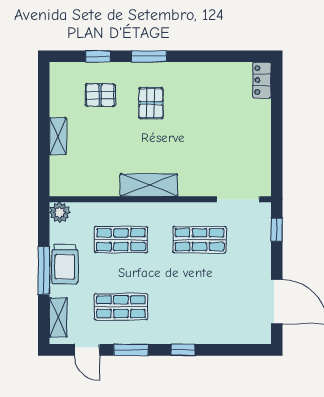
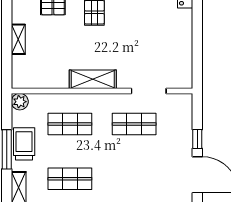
doorway: (238, 199) -> (149, 91), moved
window: (277, 230) -> (197, 139), moved
trolley: (65, 264) -> (24, 144), turned 180

